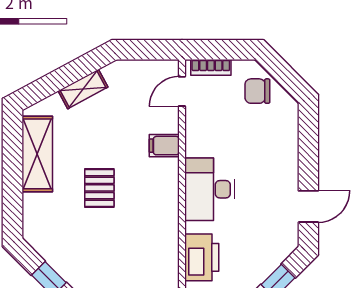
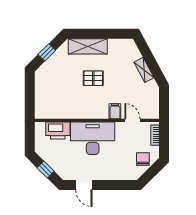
door: (182, 91) -> (133, 120), moved
shelving: (37, 154) -> (88, 46), moved
desk: (209, 189) -> (93, 138), width x1.36, depth x1.30

